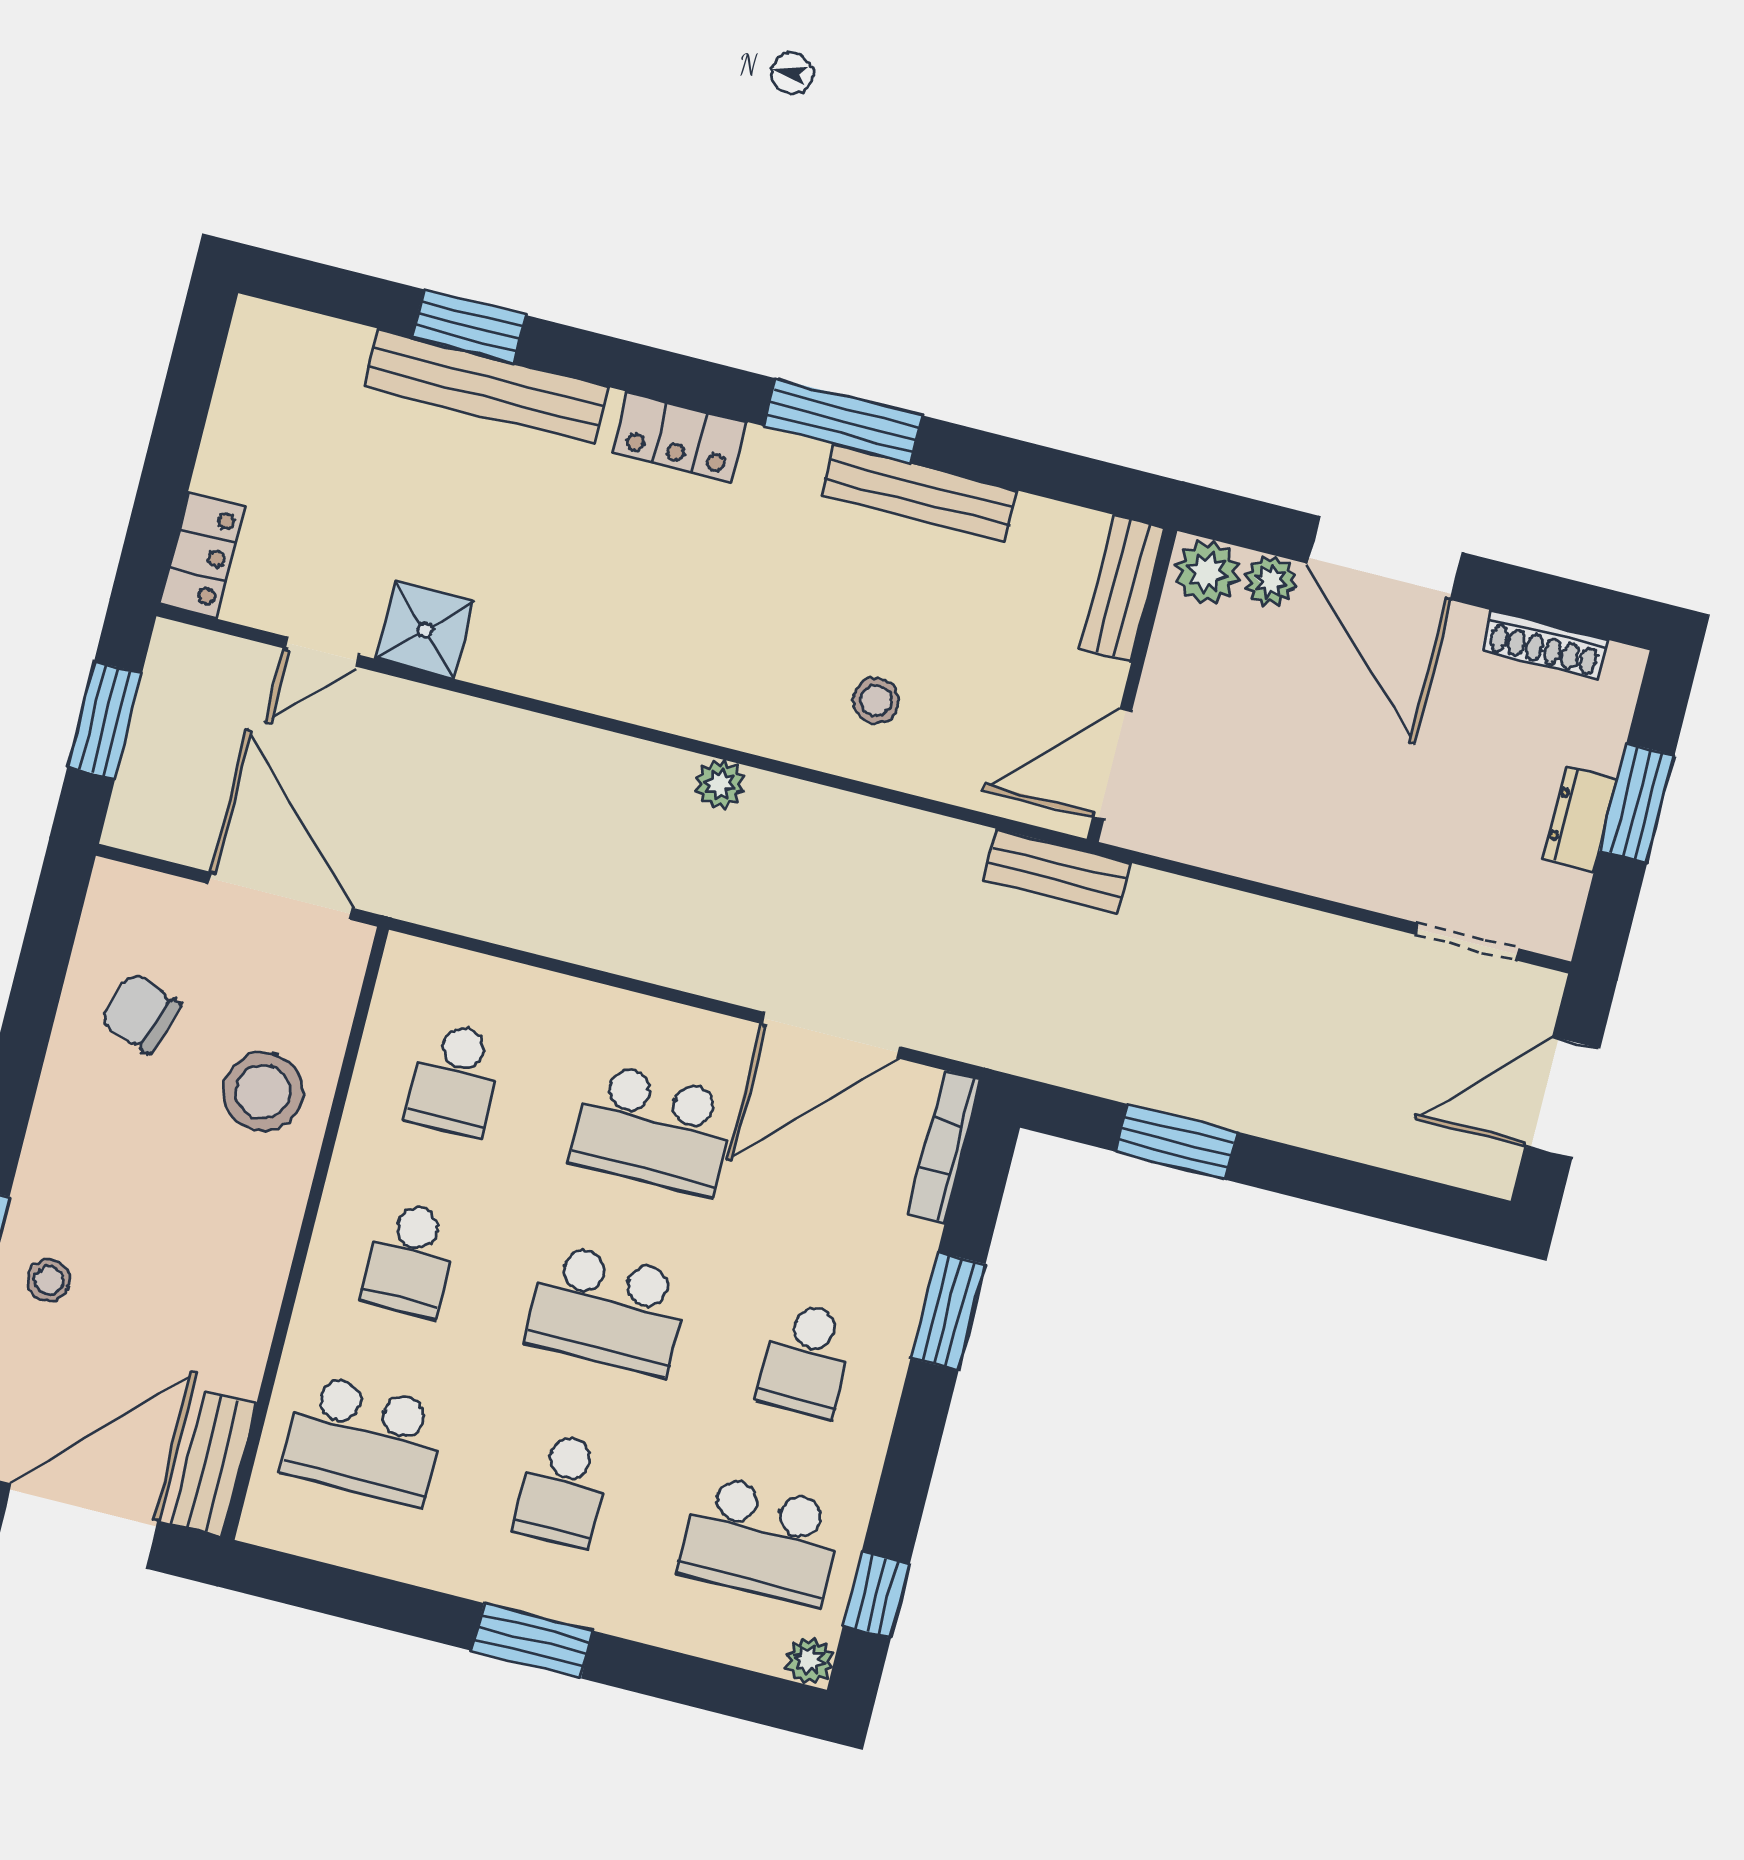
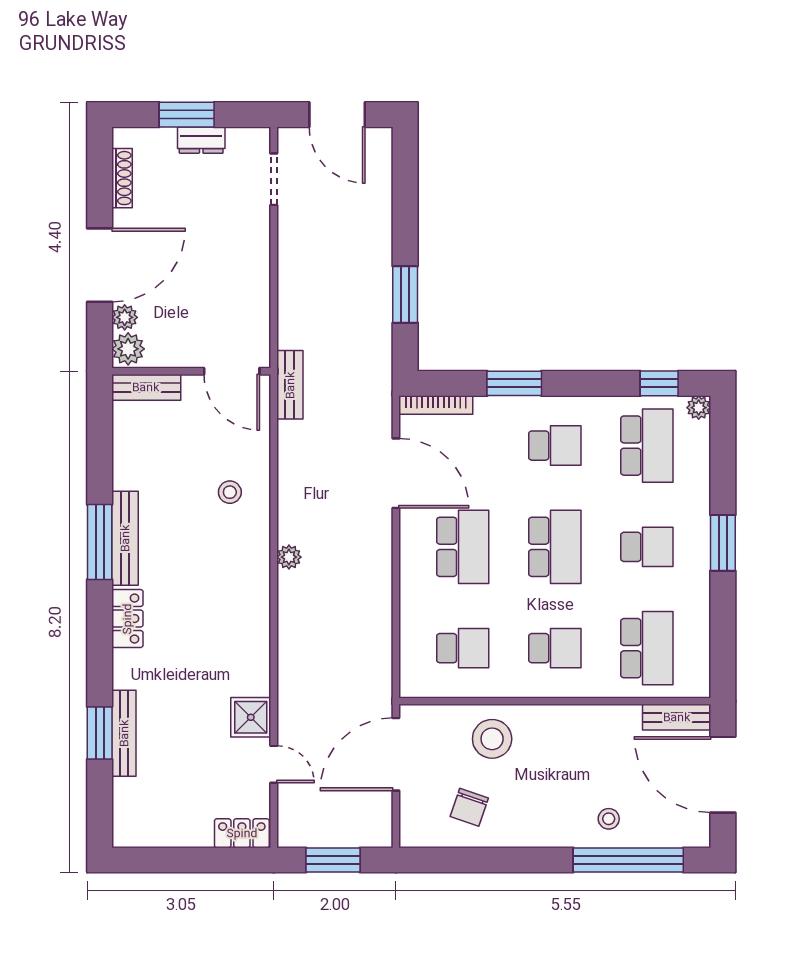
bench: (486, 387) -> (124, 733), width x0.73, depth x0.82
bench: (919, 493) -> (125, 538), moved

